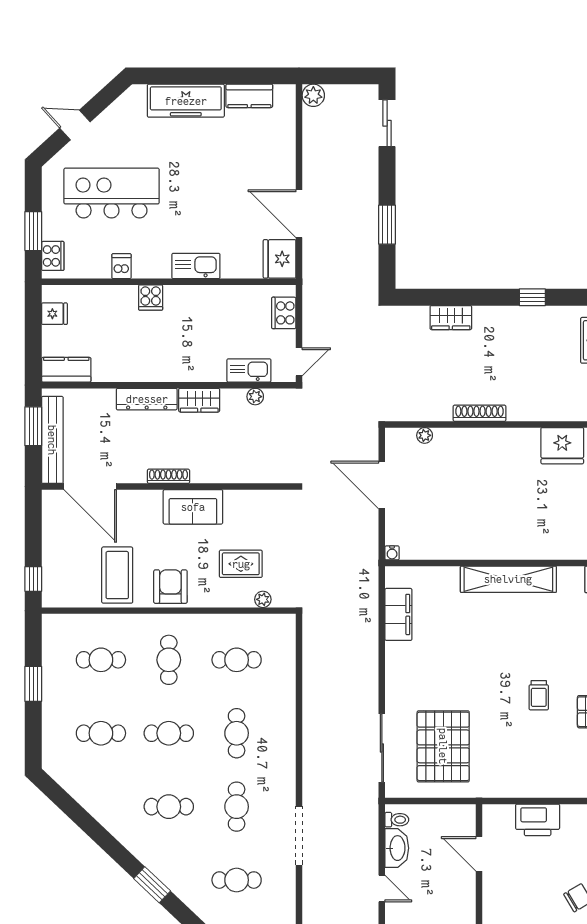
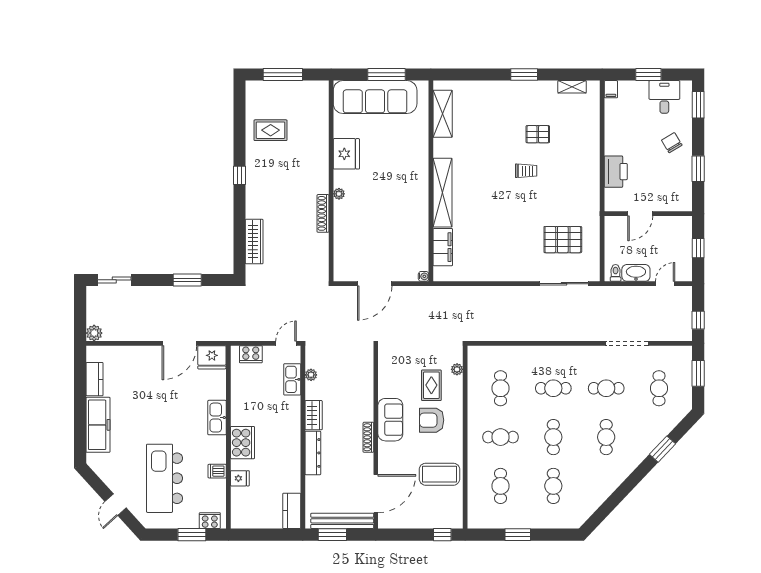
cooker: (151, 298) -> (243, 443), width x1.87, depth x1.31
fridge: (54, 314) -> (240, 478), moved, turned 90
wardrobe: (451, 318) -> (254, 242), width x1.50
door: (299, 362) -> (286, 343), hinge flipped
plant: (425, 435) -> (339, 194), moved
armchair: (170, 587) -> (432, 420), moved
filing cabinet: (398, 614) -> (443, 247), moved, turned 90
pallet: (443, 746) -> (563, 240), width x0.73, depth x0.71

